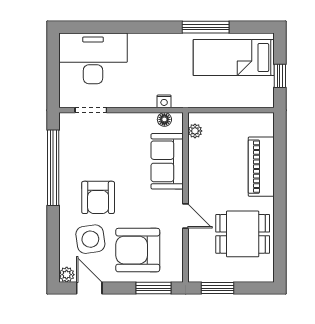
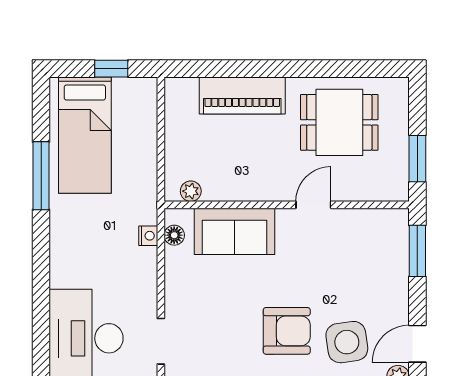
dining table: (243, 234) -> (339, 122), turned 90
armchair: (138, 250) -> (363, 274), removed

